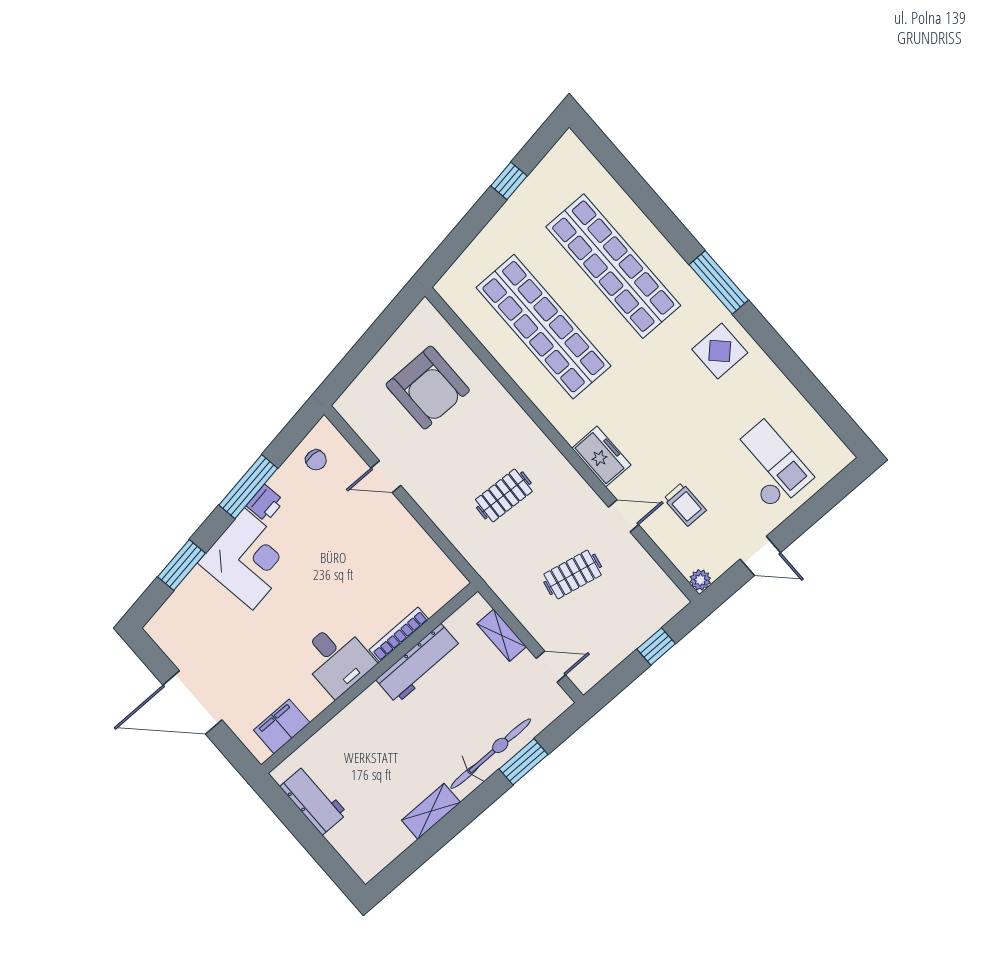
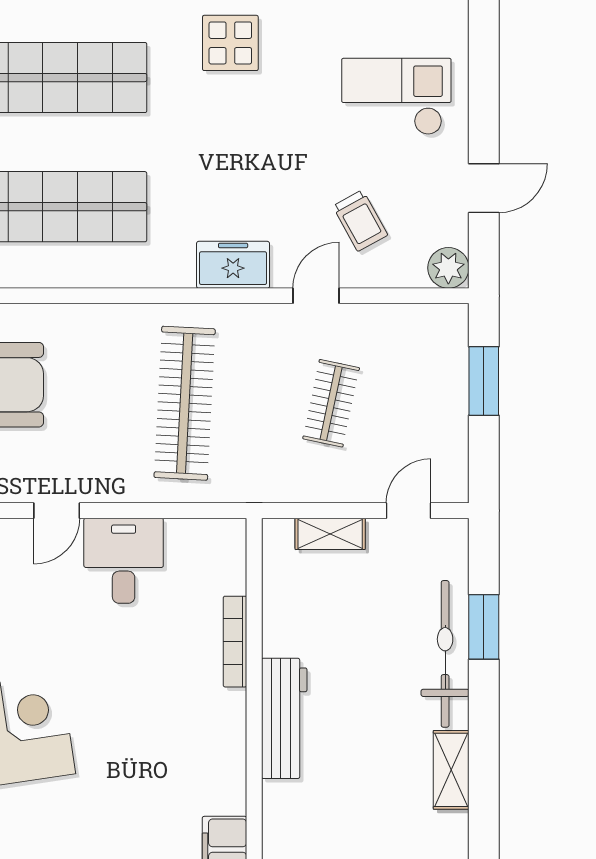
clothes rail: (504, 495) -> (185, 403), width x1.86, depth x1.31
trolley: (685, 504) -> (360, 221), turned 61
plant: (700, 580) -> (448, 268), width x1.38, depth x1.38
window: (656, 646) -> (484, 381), width x1.50
desk: (337, 659) -> (124, 561), moved, turned -90
workbench: (419, 664) -> (284, 718), moved

